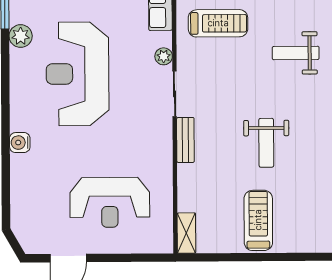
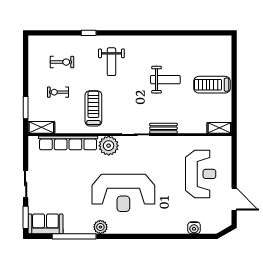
plant: (164, 56) -> (109, 146), width x1.87, depth x1.87
water cooler: (20, 143) -> (194, 228), moved

